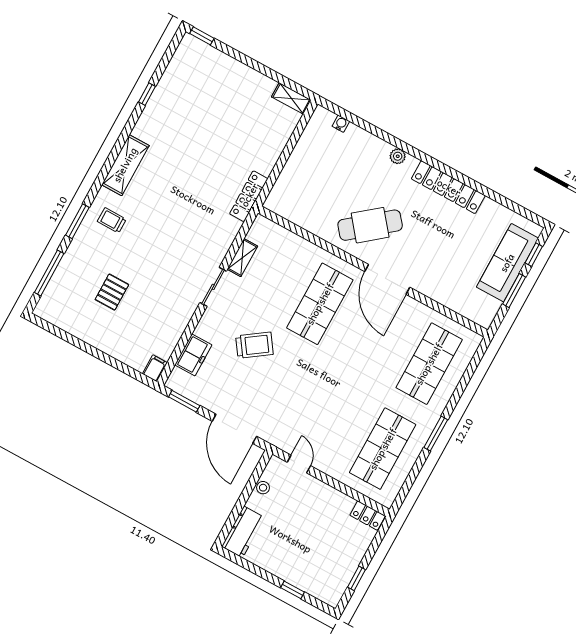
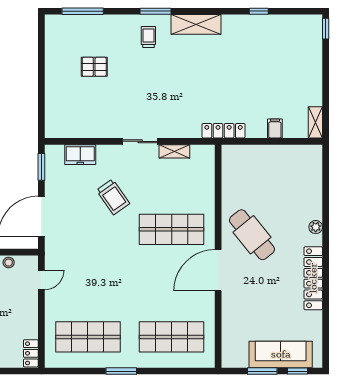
water cooler: (341, 124) -> (317, 170), removed
window: (77, 221) -> (155, 11), moved
filing cabinet: (155, 368) -> (275, 129), moved, turned -90

